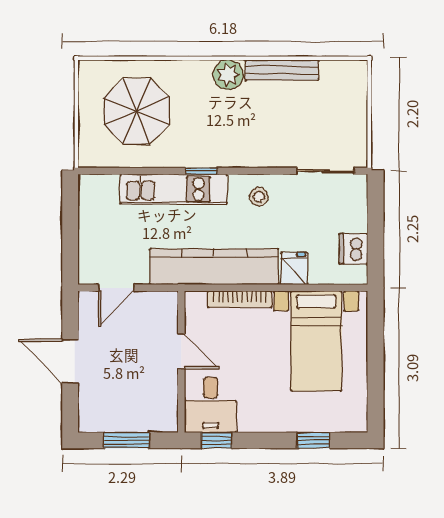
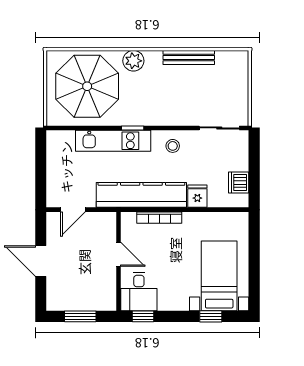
plant: (228, 75) -> (133, 61), moved
parasol: (136, 111) -> (87, 86), width x1.36, depth x1.36
bed with nightstands: (316, 341) -> (219, 276), moved, turned 180

